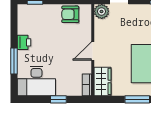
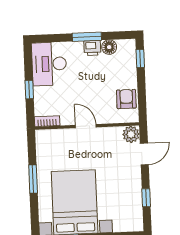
floor lamp: (24, 27) -> (109, 47), added
window: (14, 61) -> (87, 37), moved
wardrobe: (102, 81) -> (52, 139), removed

